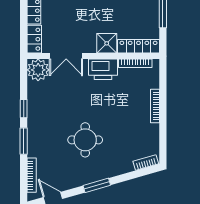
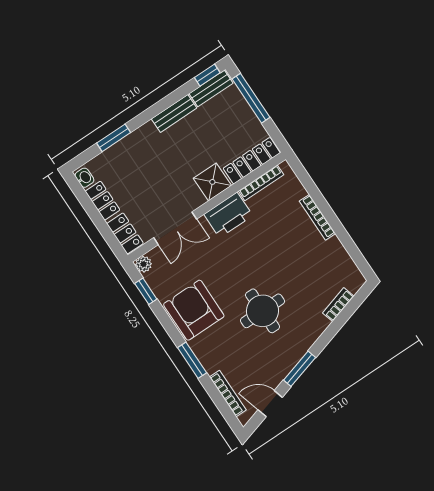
plant: (38, 70) -> (144, 264), width x0.53, depth x0.53
window: (24, 109) -> (146, 291), moved
armchair: (45, 112) -> (194, 310), added
bookcase: (146, 163) -> (338, 305), moved
window: (97, 185) -> (300, 369), moved

